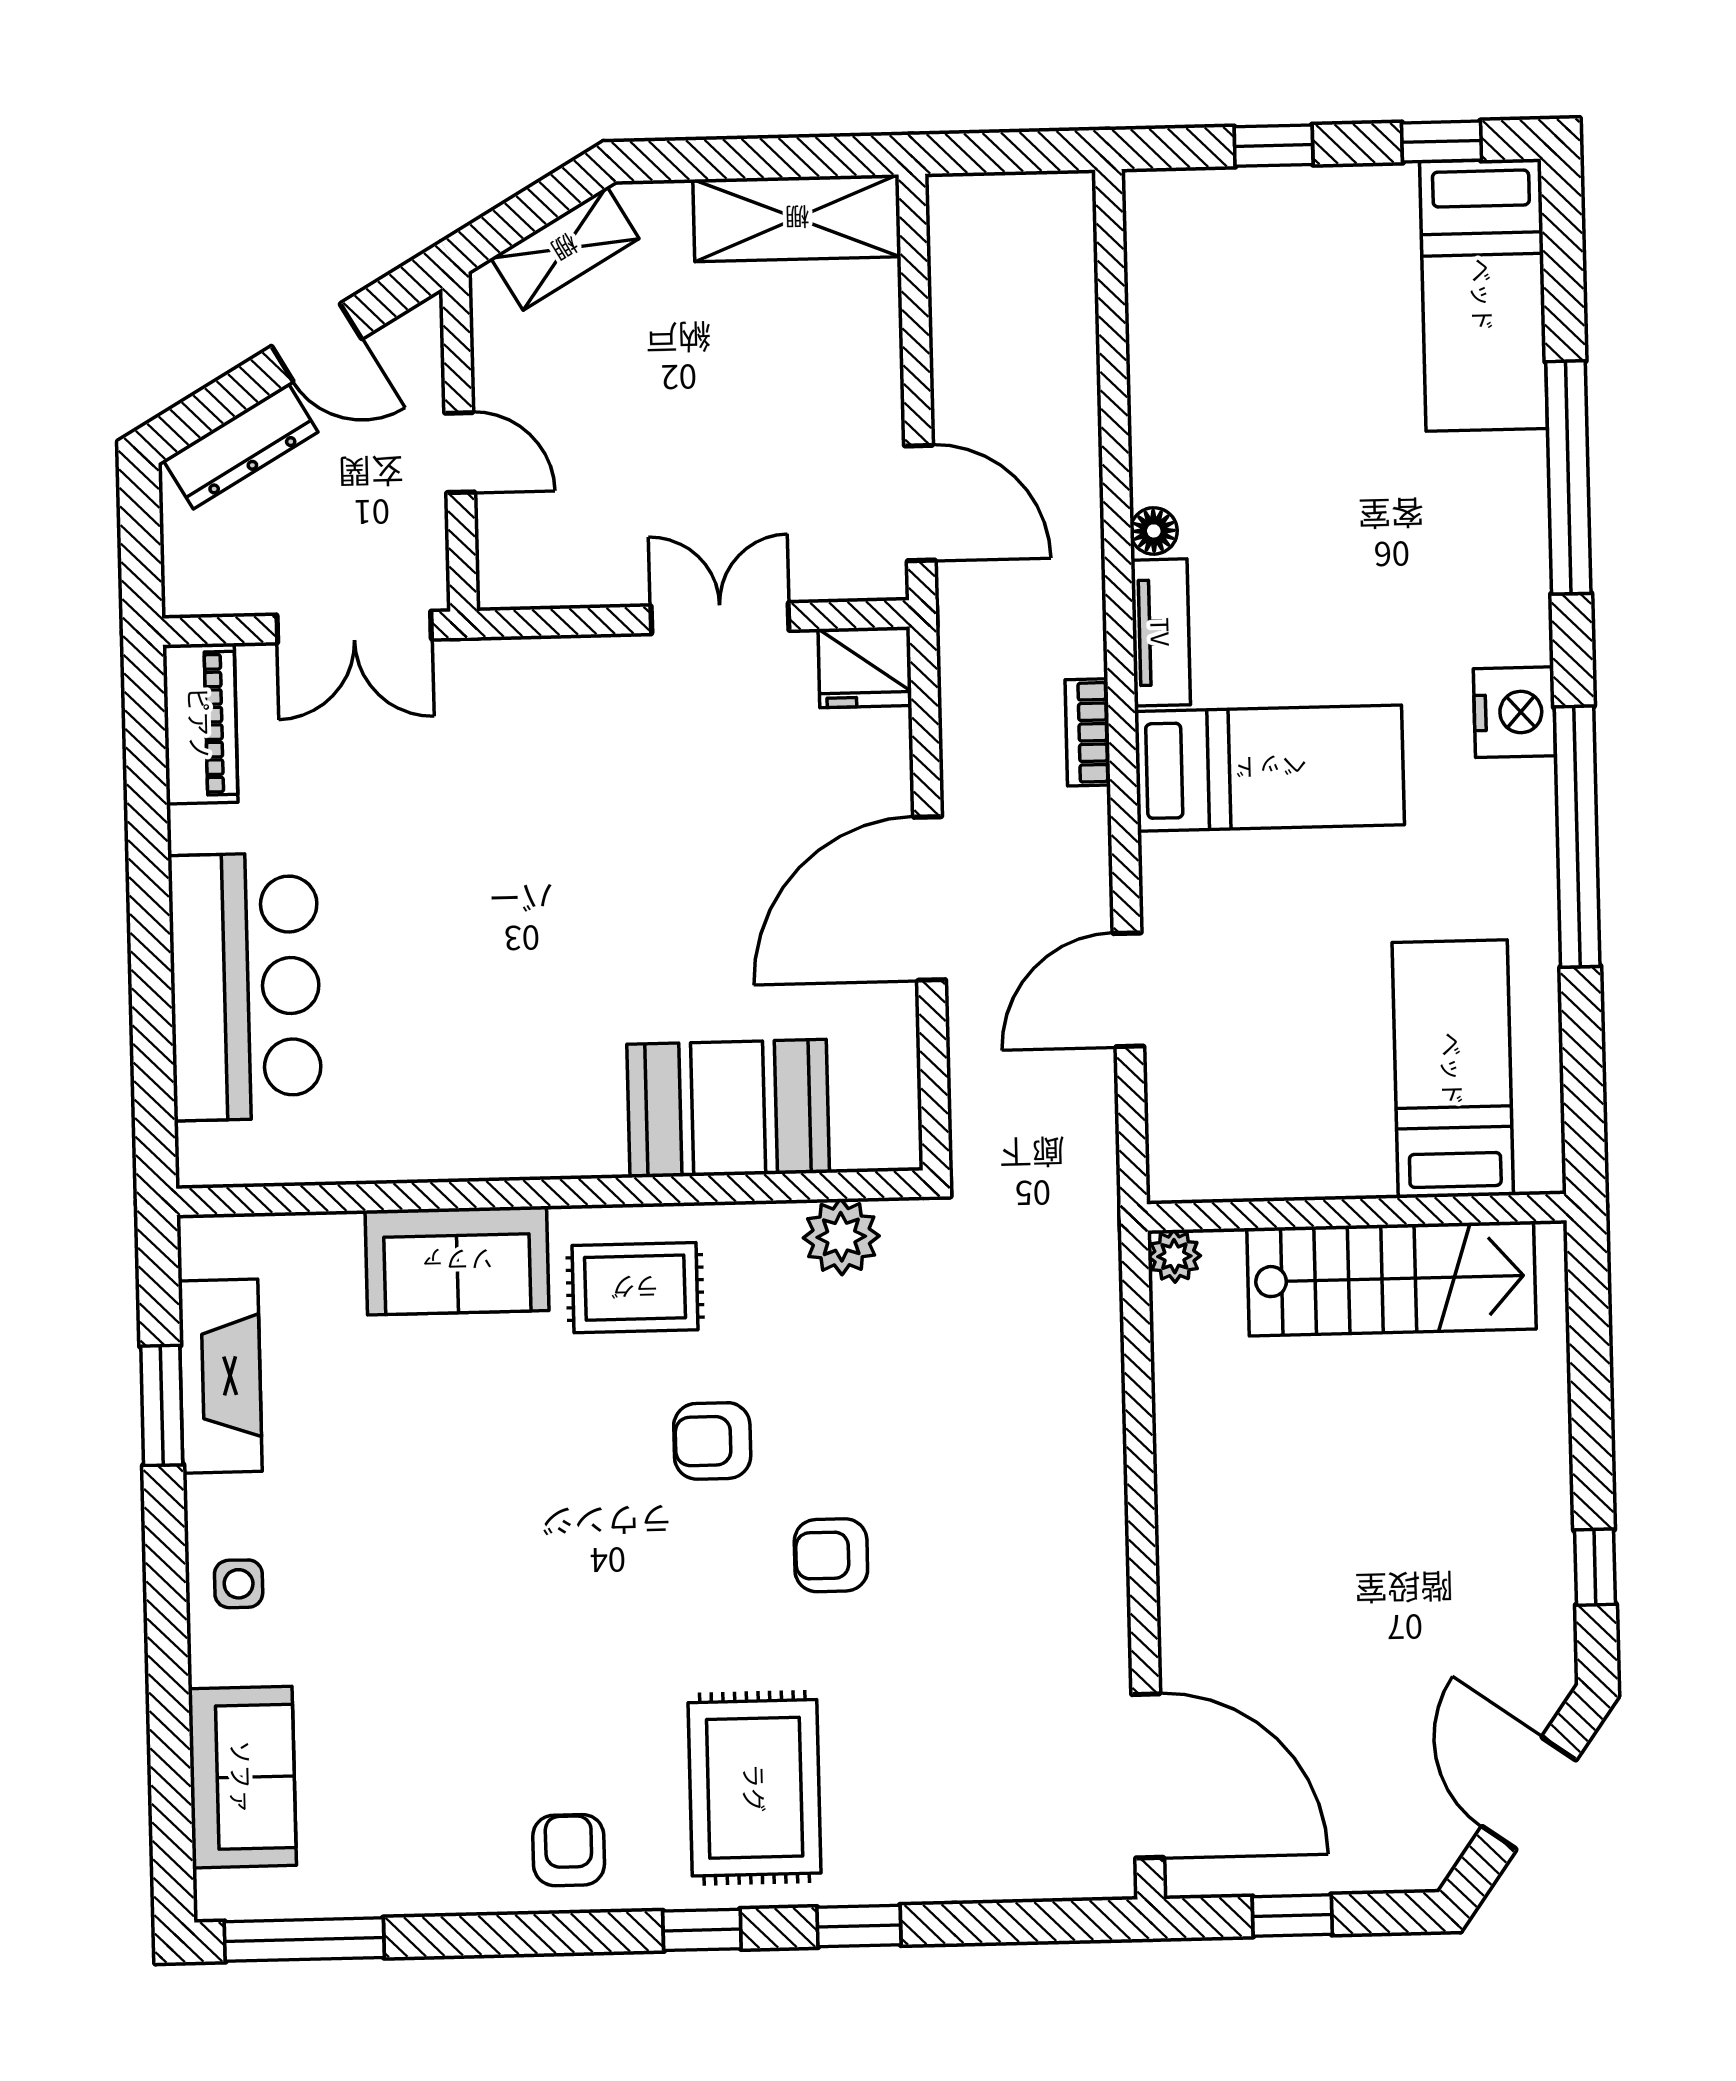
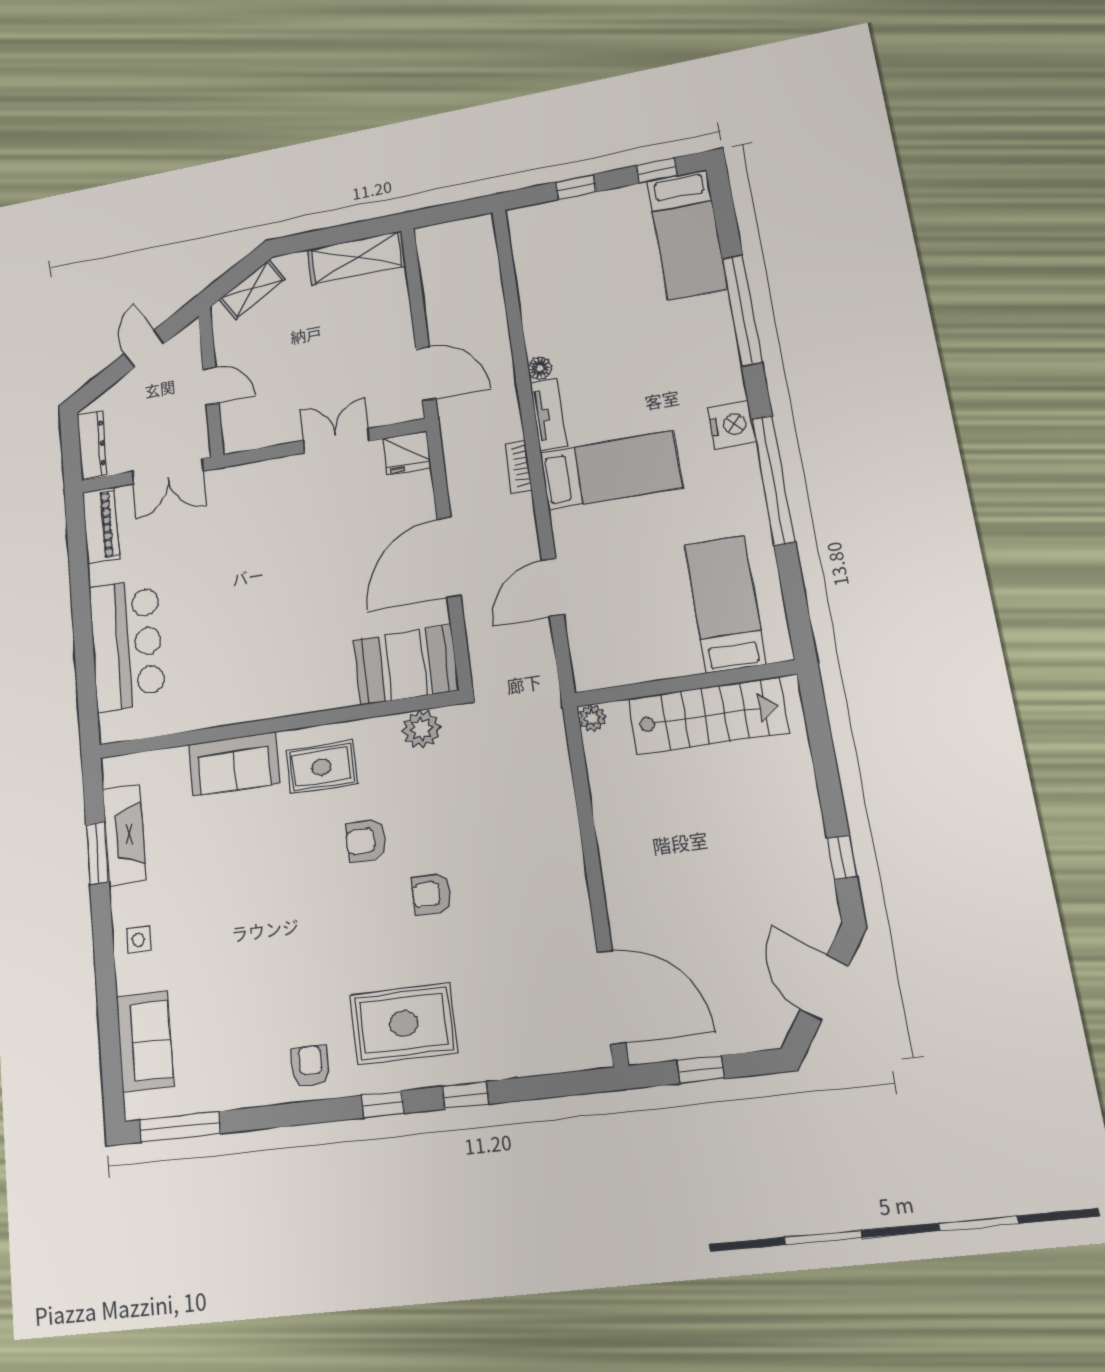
door: (317, 343) -> (144, 349), swing flipped
dresser: (241, 446) -> (92, 445), moved, turned -60
booth: (728, 1108) -> (406, 665), moved
rug: (755, 1788) -> (404, 1023), turned 90

